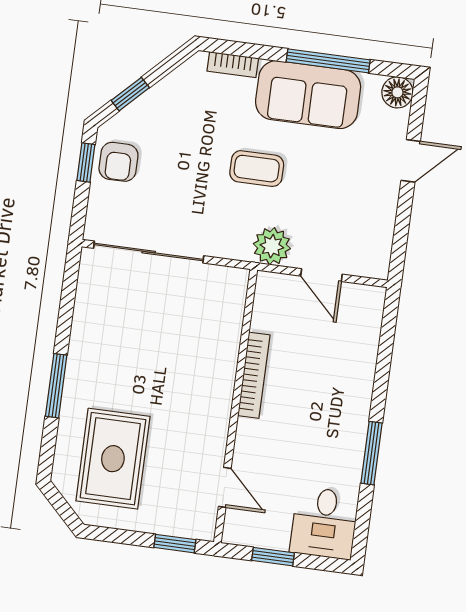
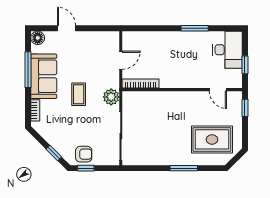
plant: (272, 246) -> (111, 97), moved
bookcase: (254, 375) -> (141, 84), moved
door: (225, 487) -> (218, 90), swing flipped
desk: (324, 523) -> (228, 50), width x1.37

